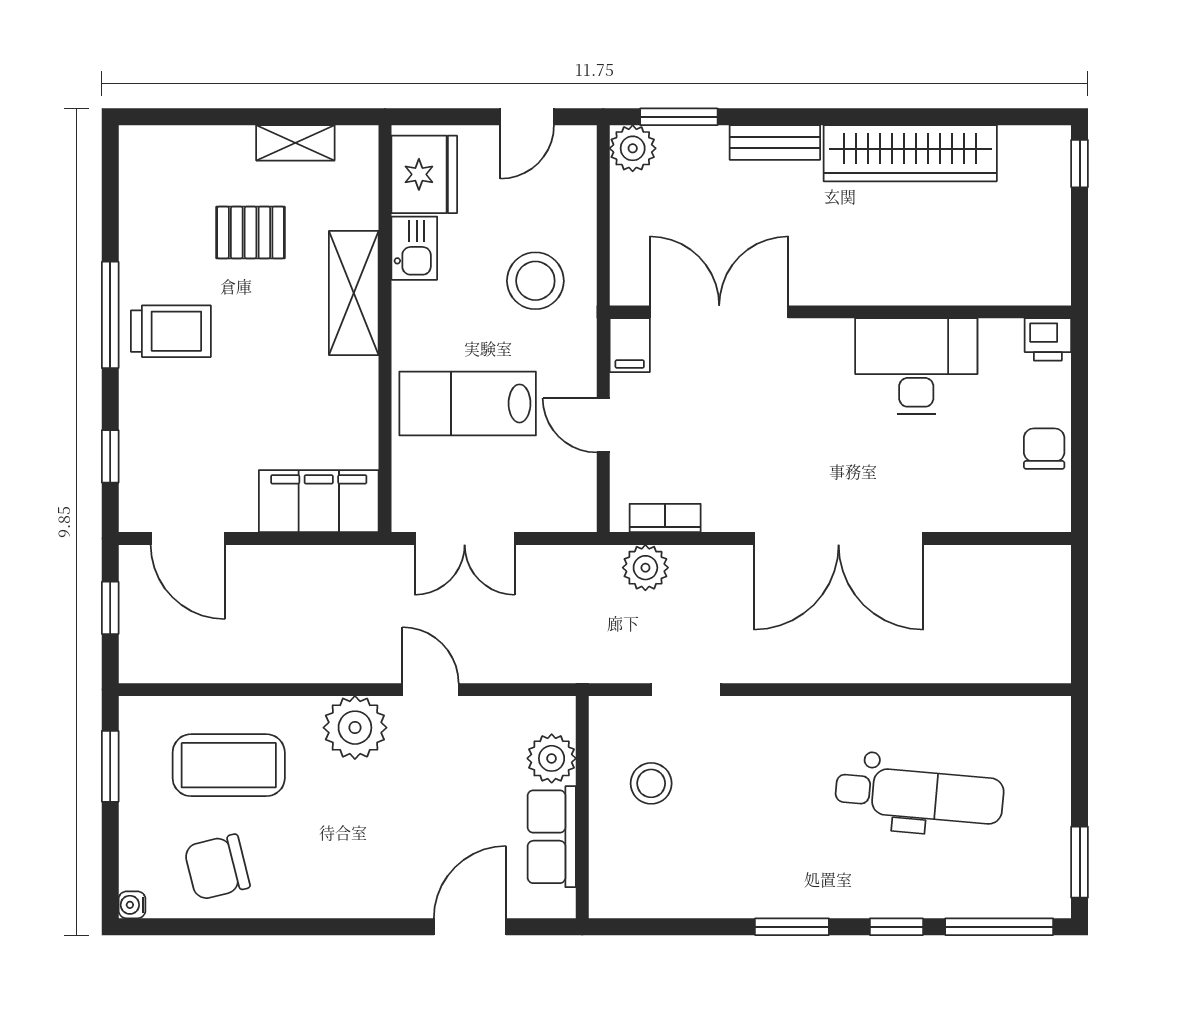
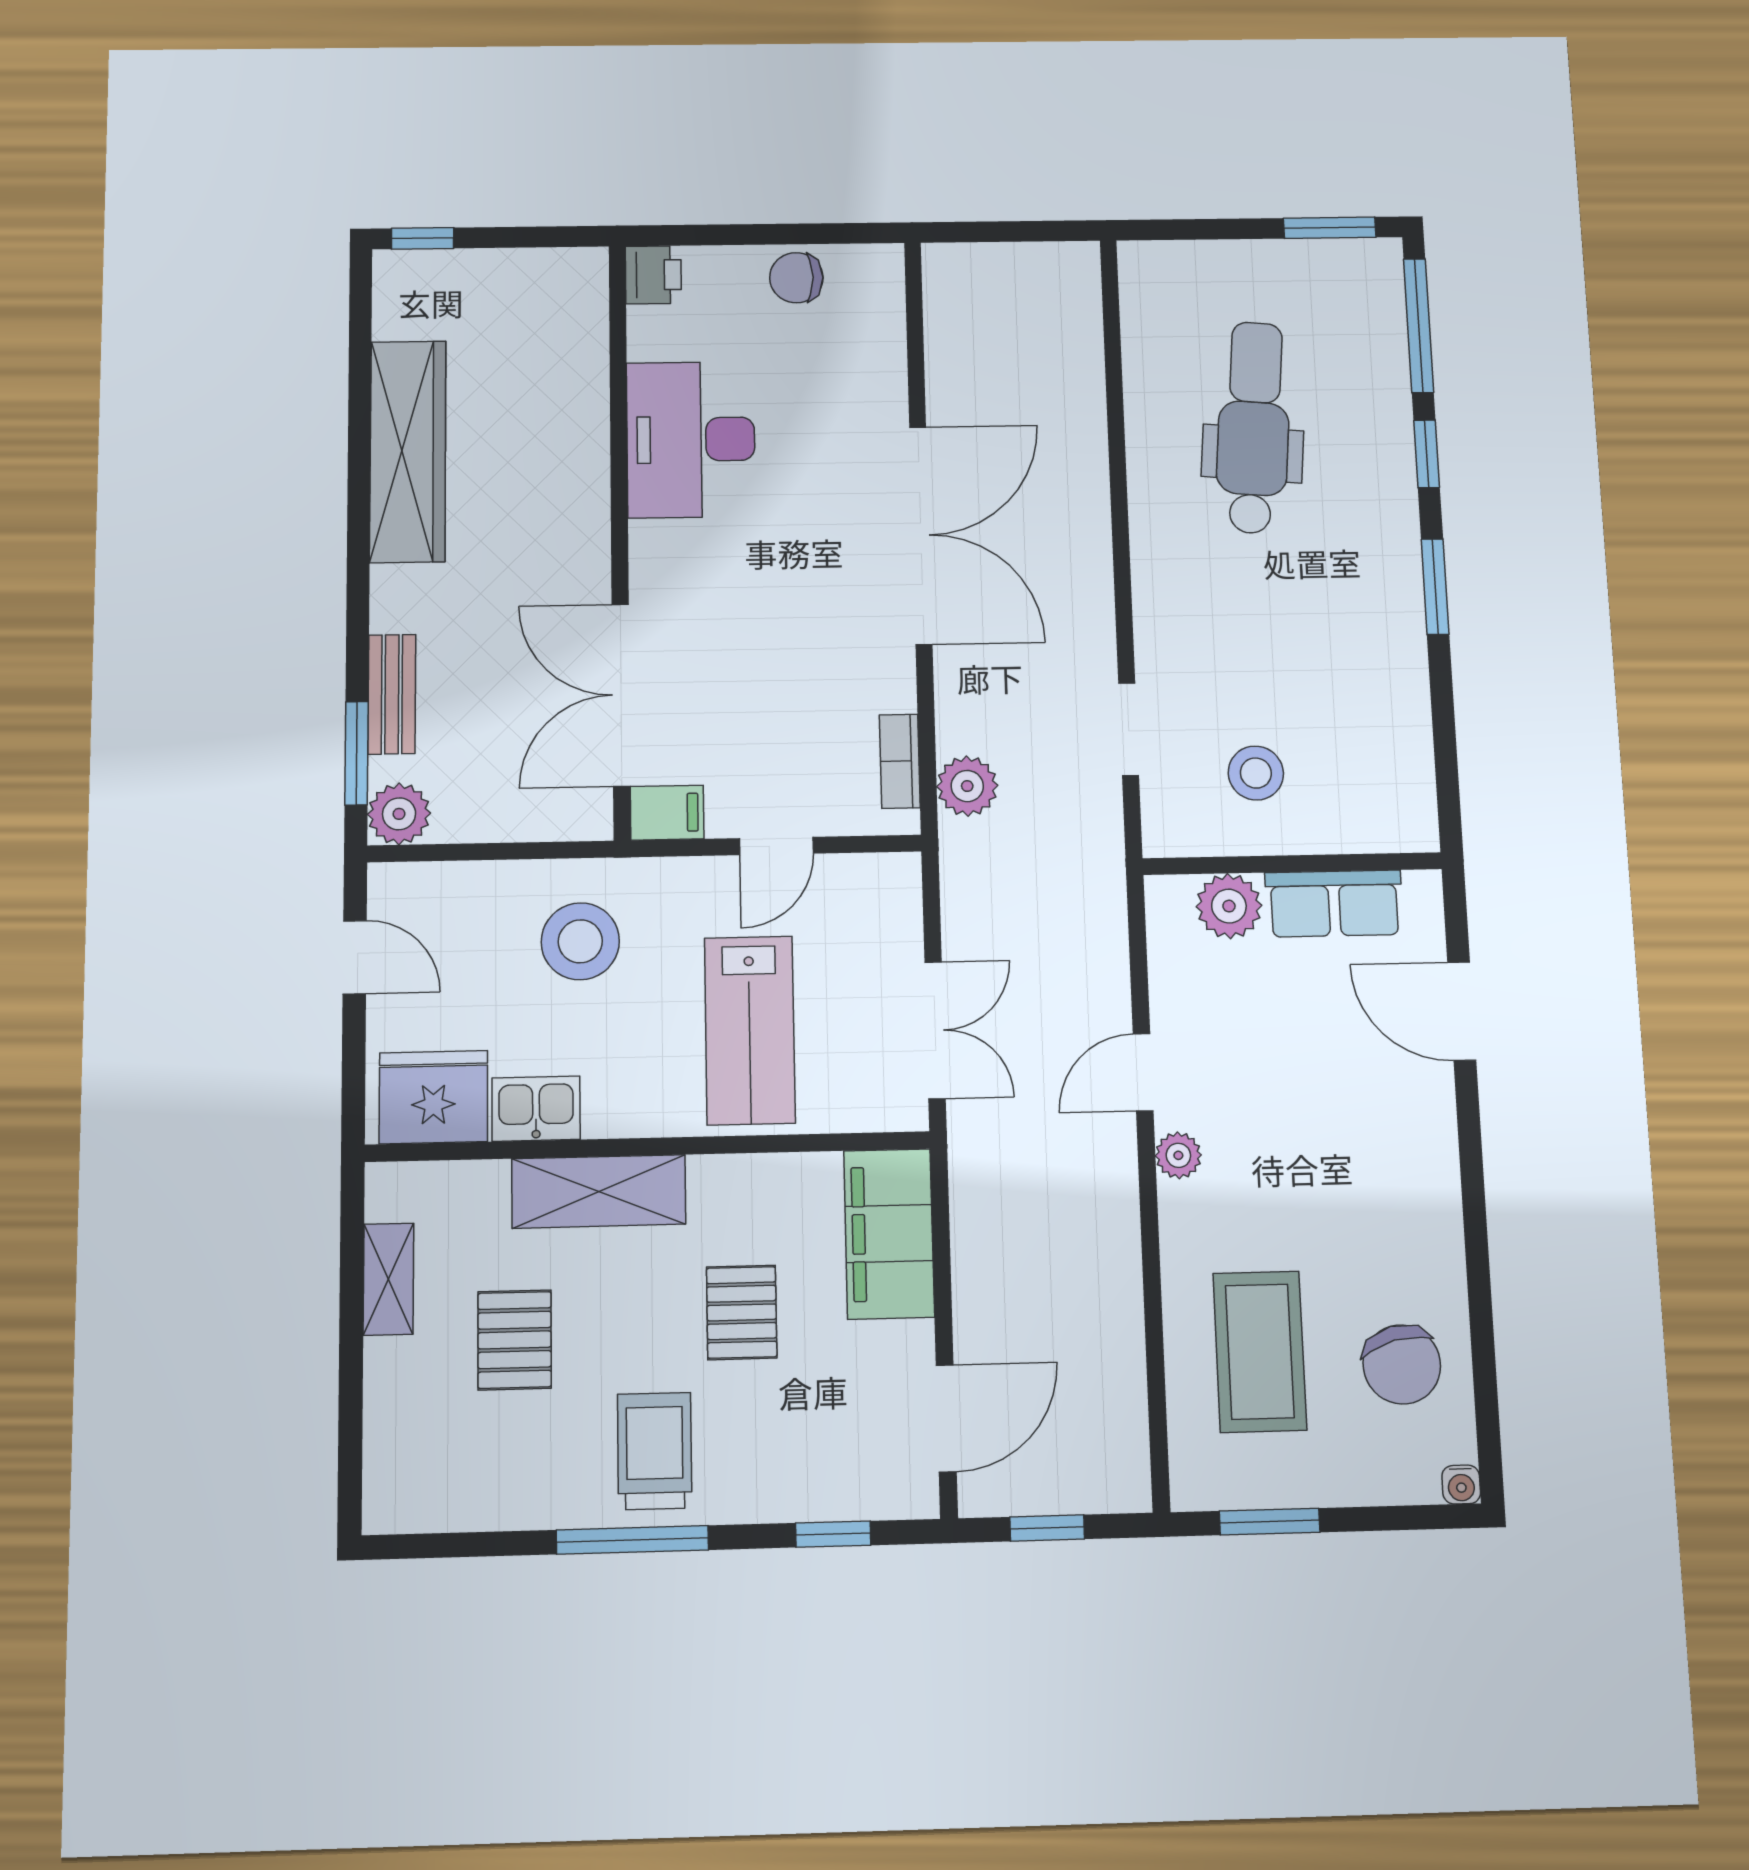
bench: (775, 143) -> (392, 694), moved
pallet: (266, 394) -> (742, 1312), added
plant: (355, 728) -> (1178, 1155), width x0.53, depth x0.53

